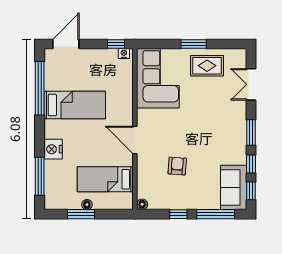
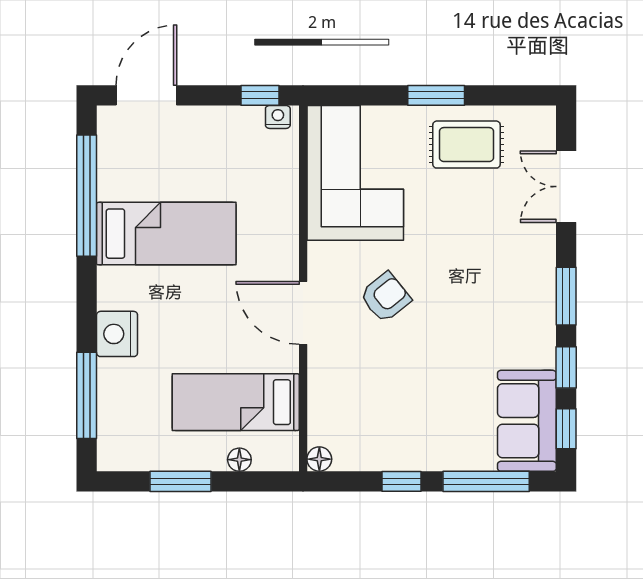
armchair: (177, 166) -> (385, 297), moved, turned 47
floor lamp: (87, 205) -> (239, 460), moved

